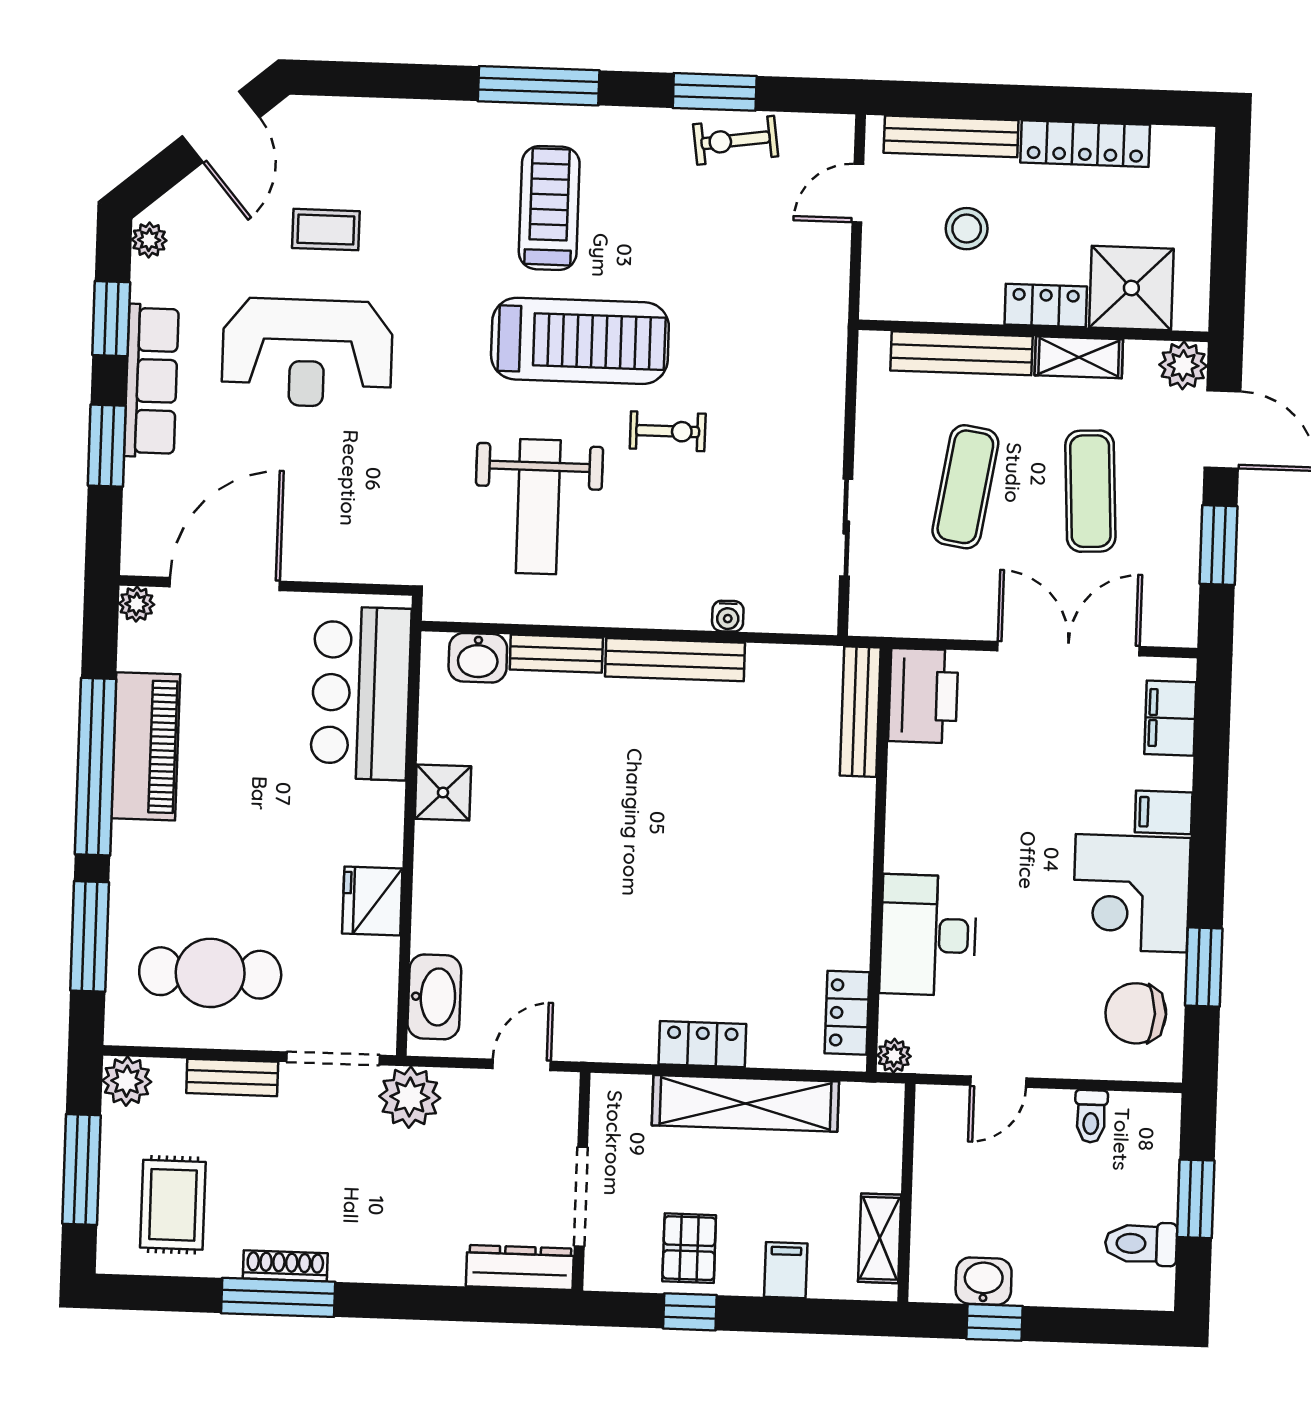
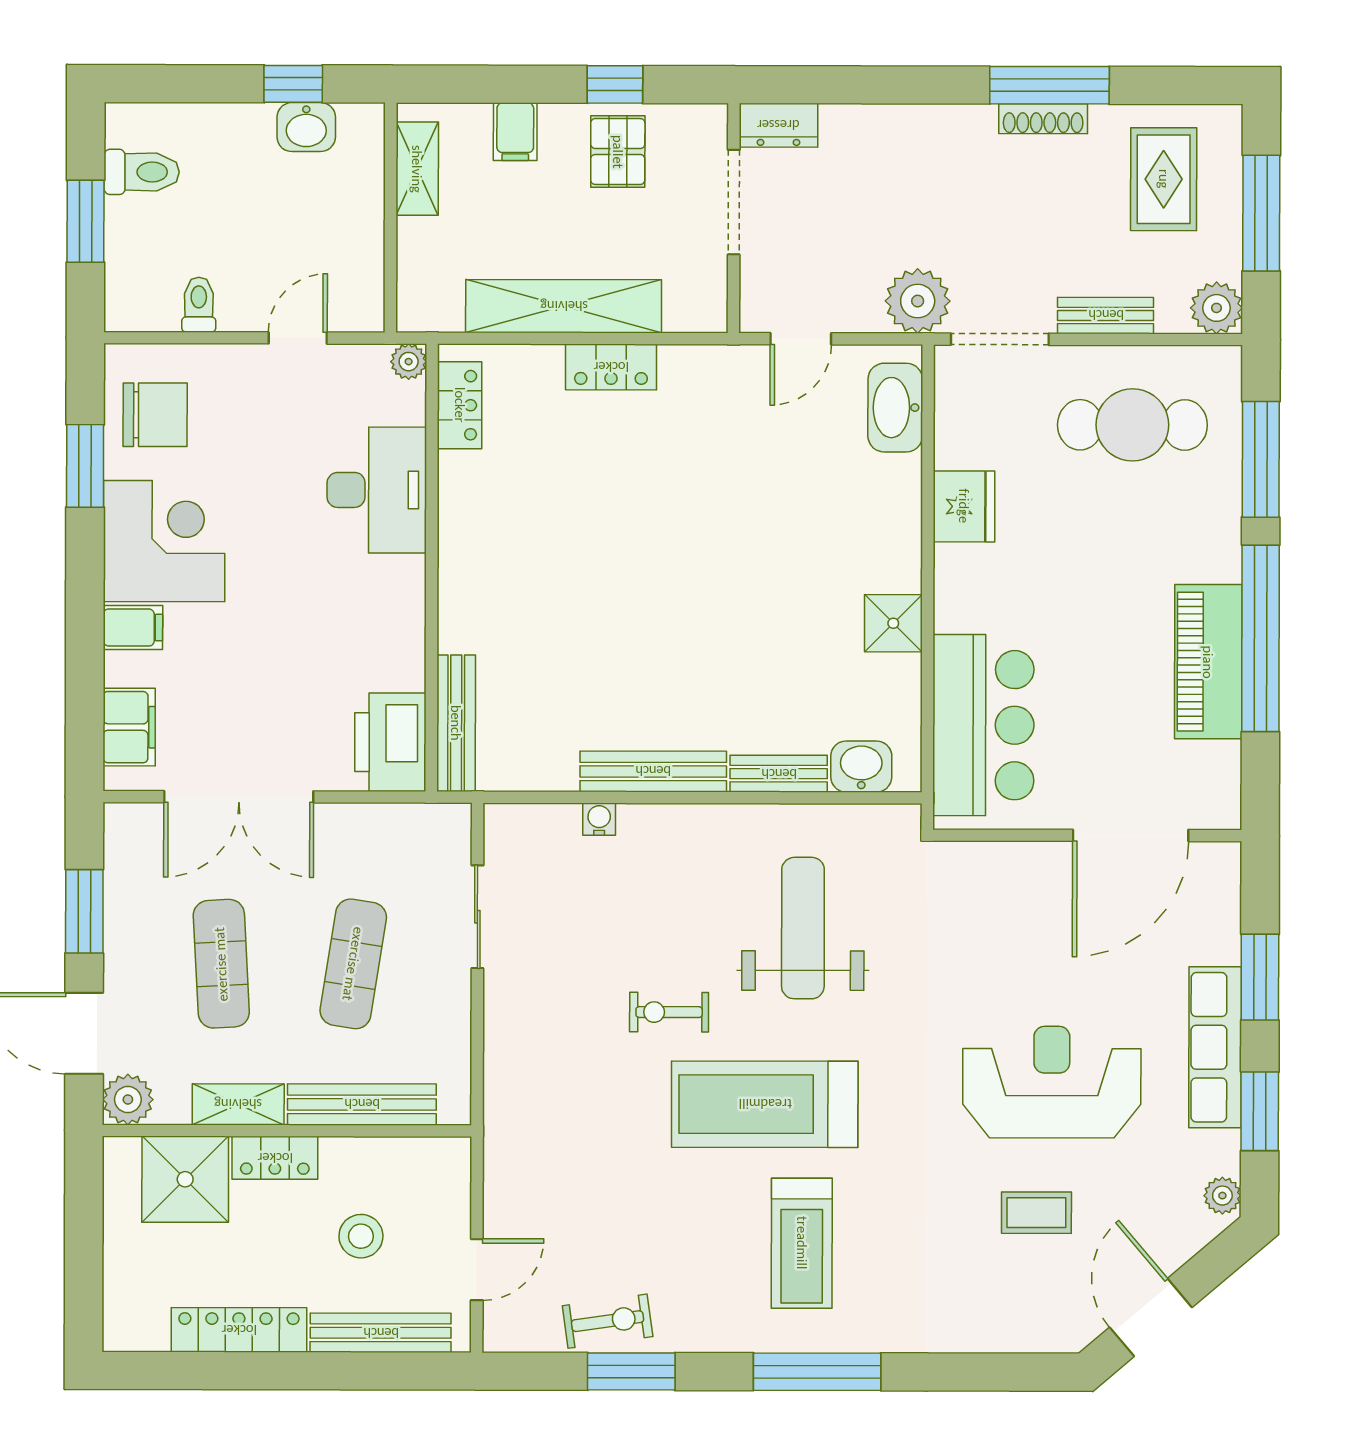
plant: (137, 604) -> (1223, 811), removed
dresser: (520, 1267) -> (778, 125), width x0.70

